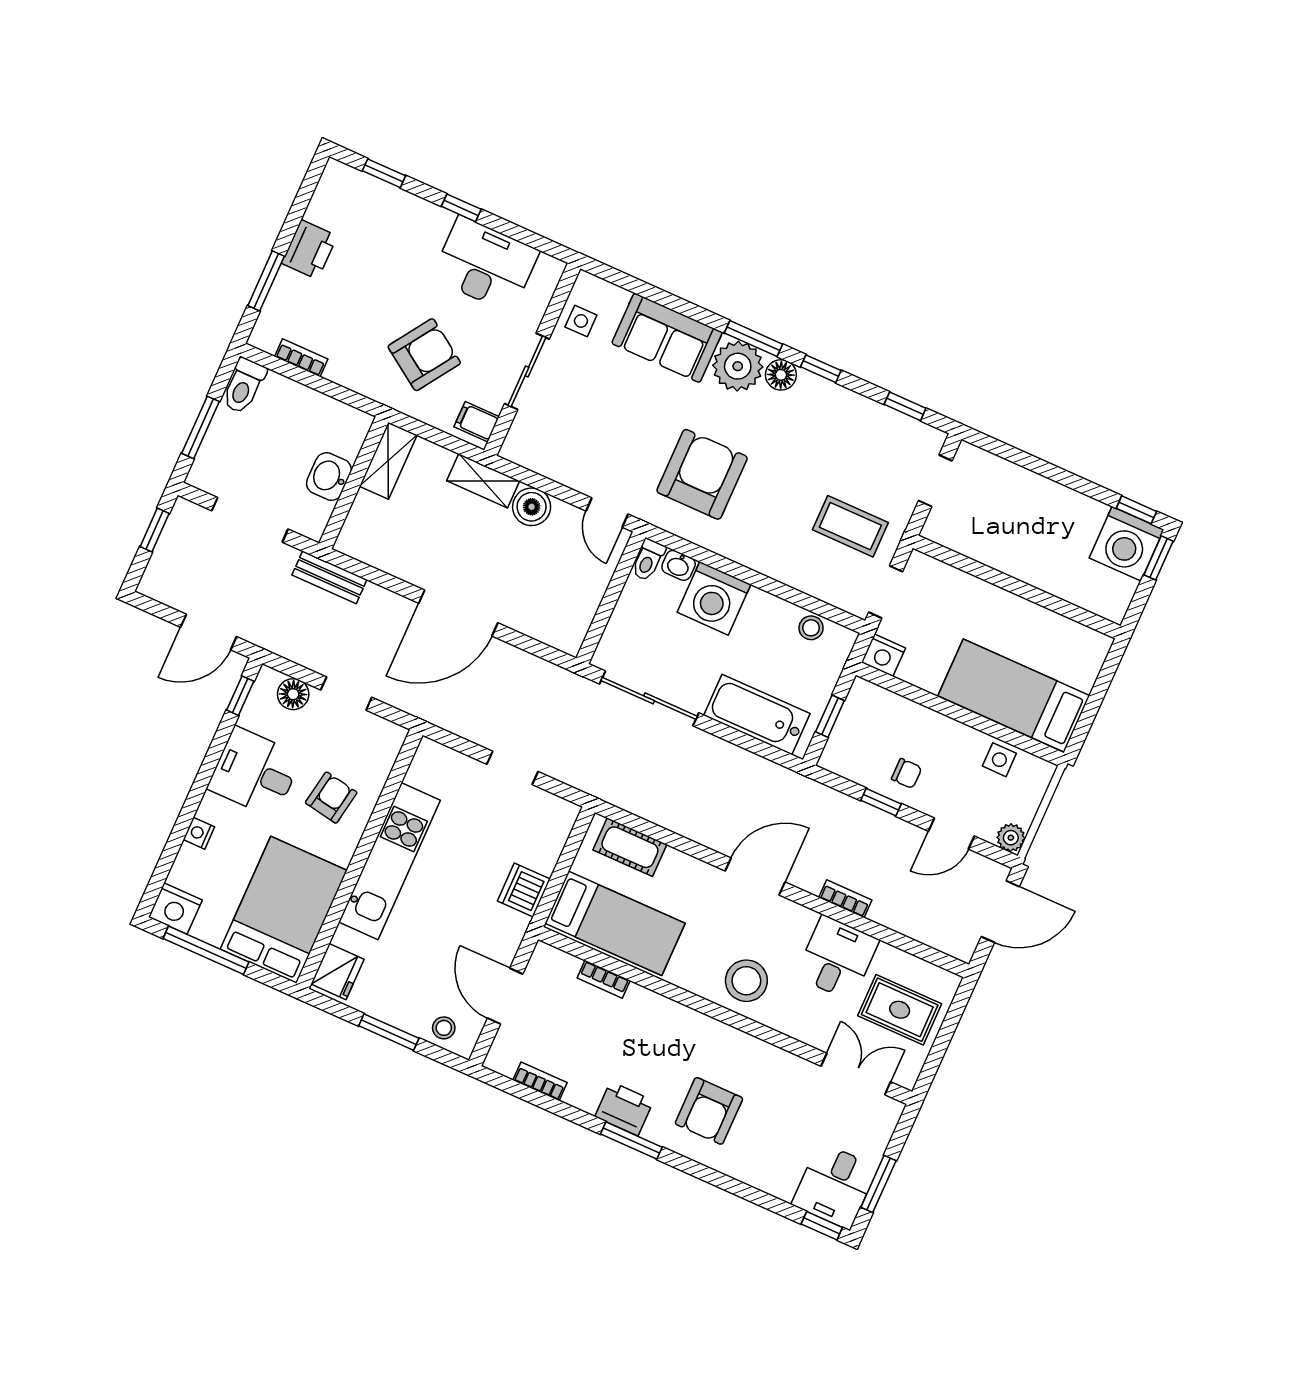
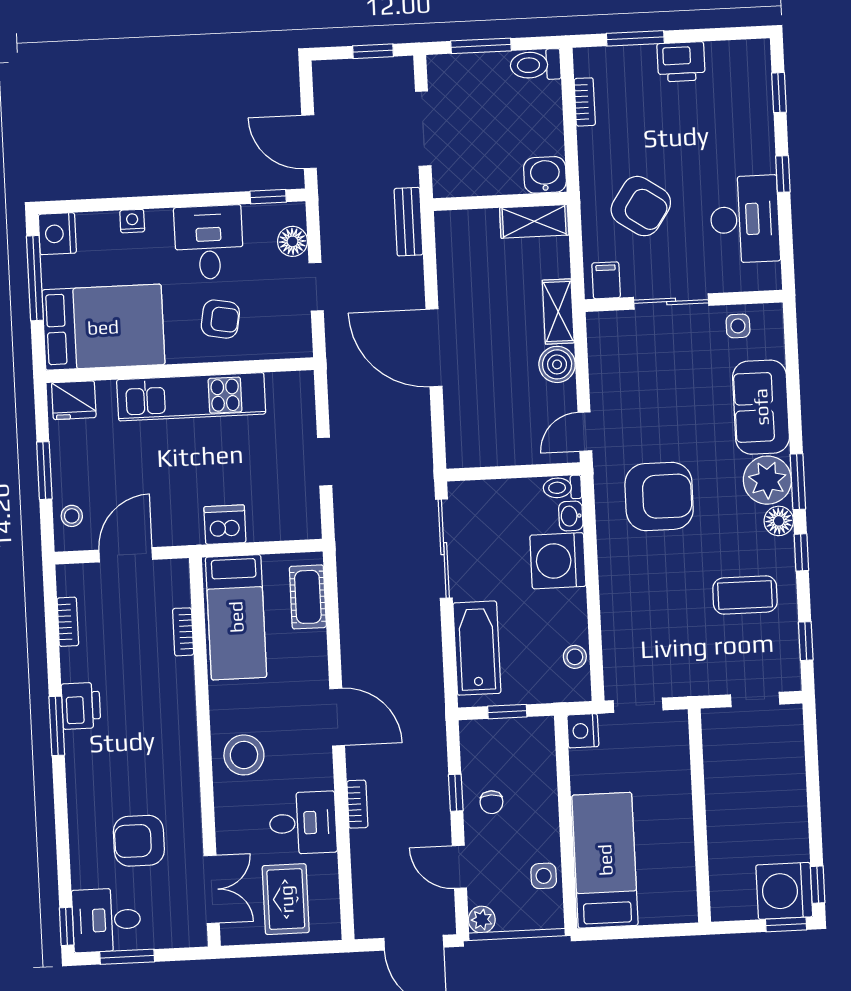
washbasin: (329, 476) -> (545, 175), moved
coffee table: (850, 526) -> (745, 595), moved, turned 90
armchair: (709, 1111) -> (139, 841), moved

